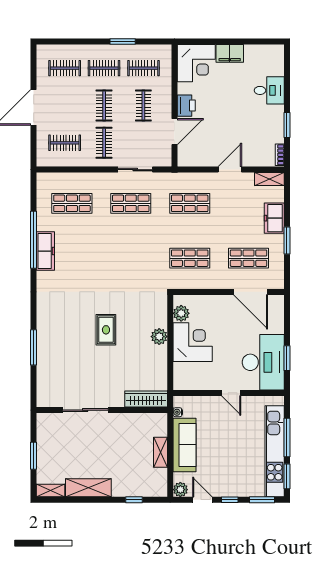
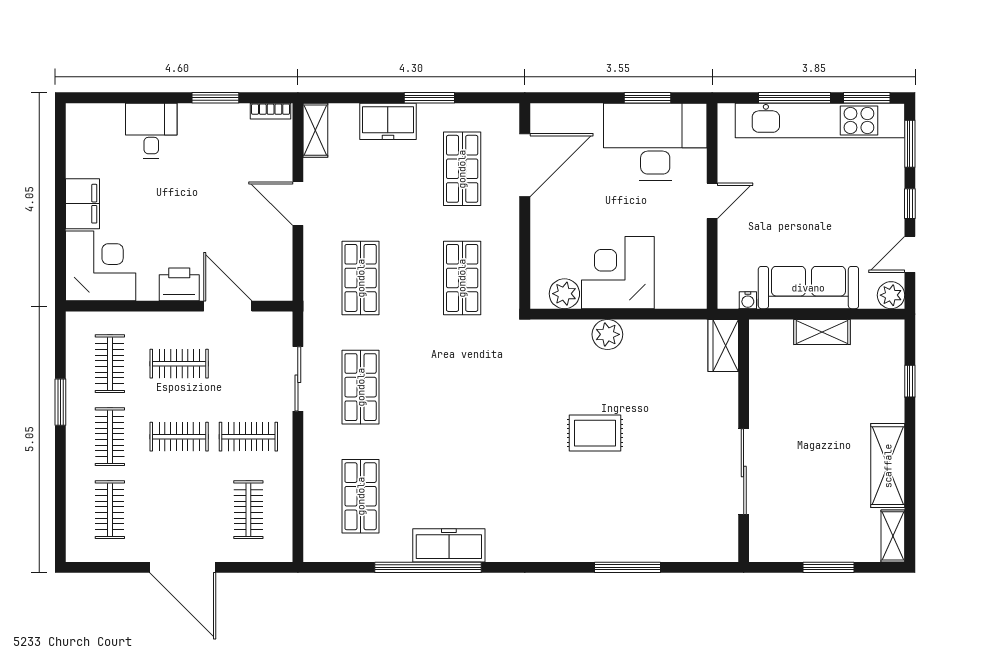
wardrobe: (146, 399) -> (723, 346), width x0.67

